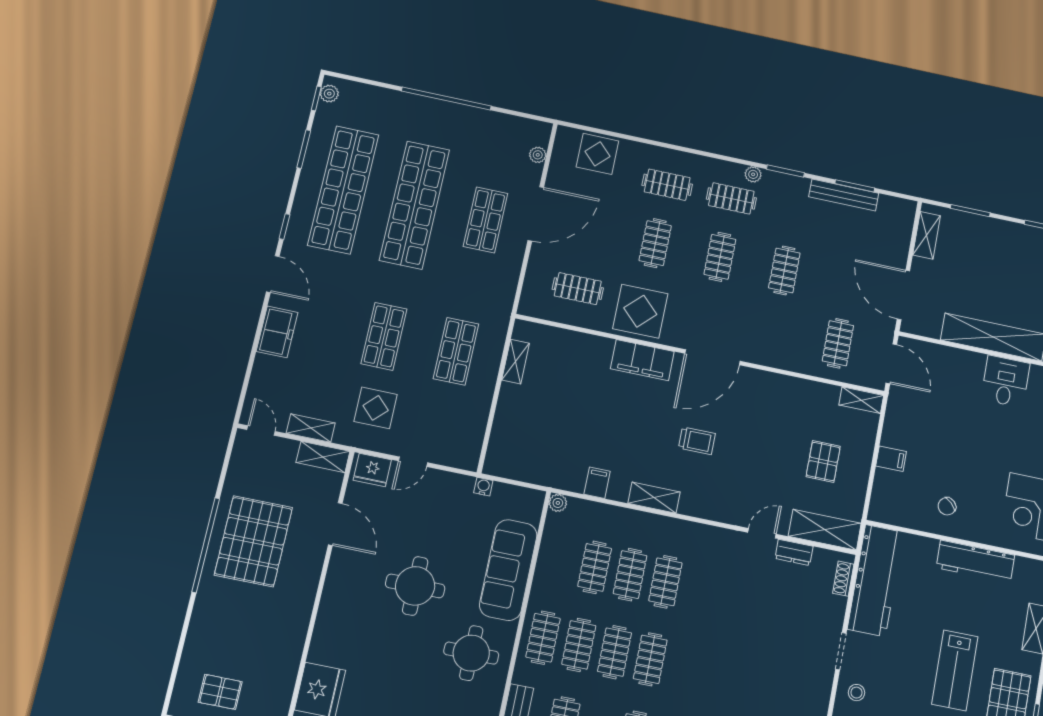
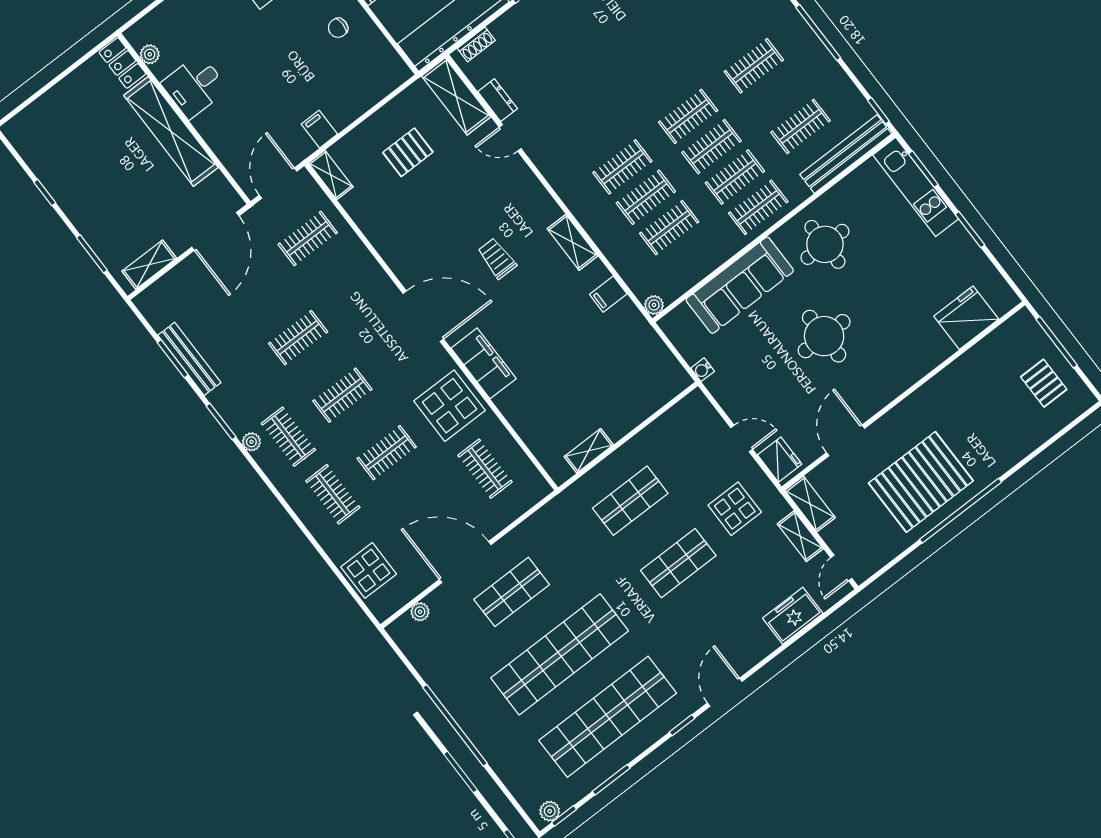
freezer: (277, 332) -> (793, 616), moved
filing cabinet: (891, 459) -> (319, 129), moved
chair: (947, 506) -> (338, 28), turned 136

